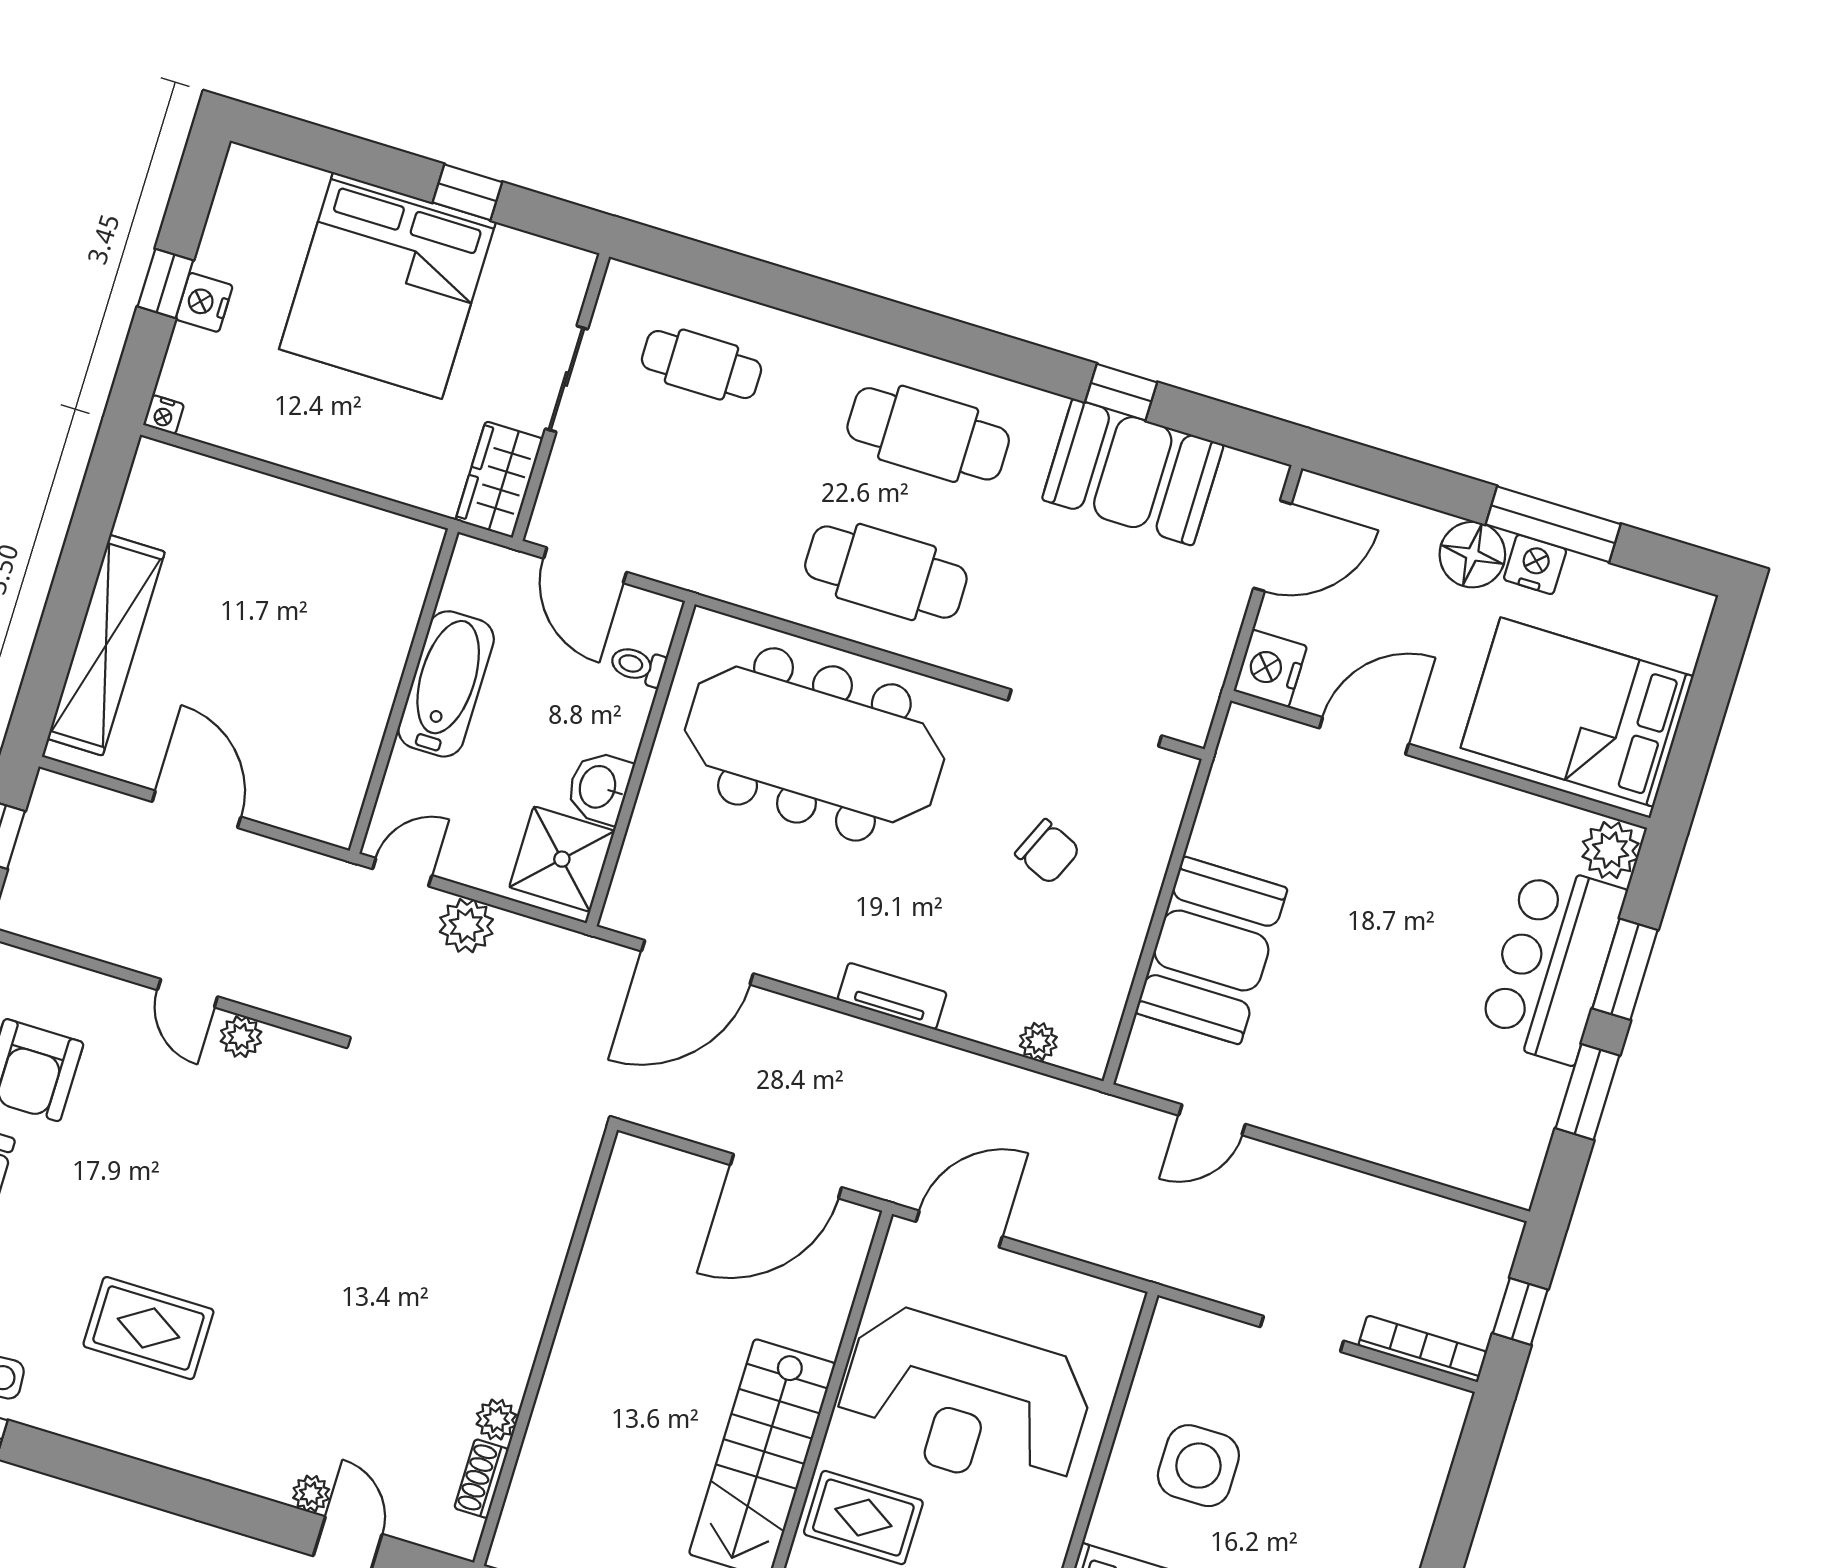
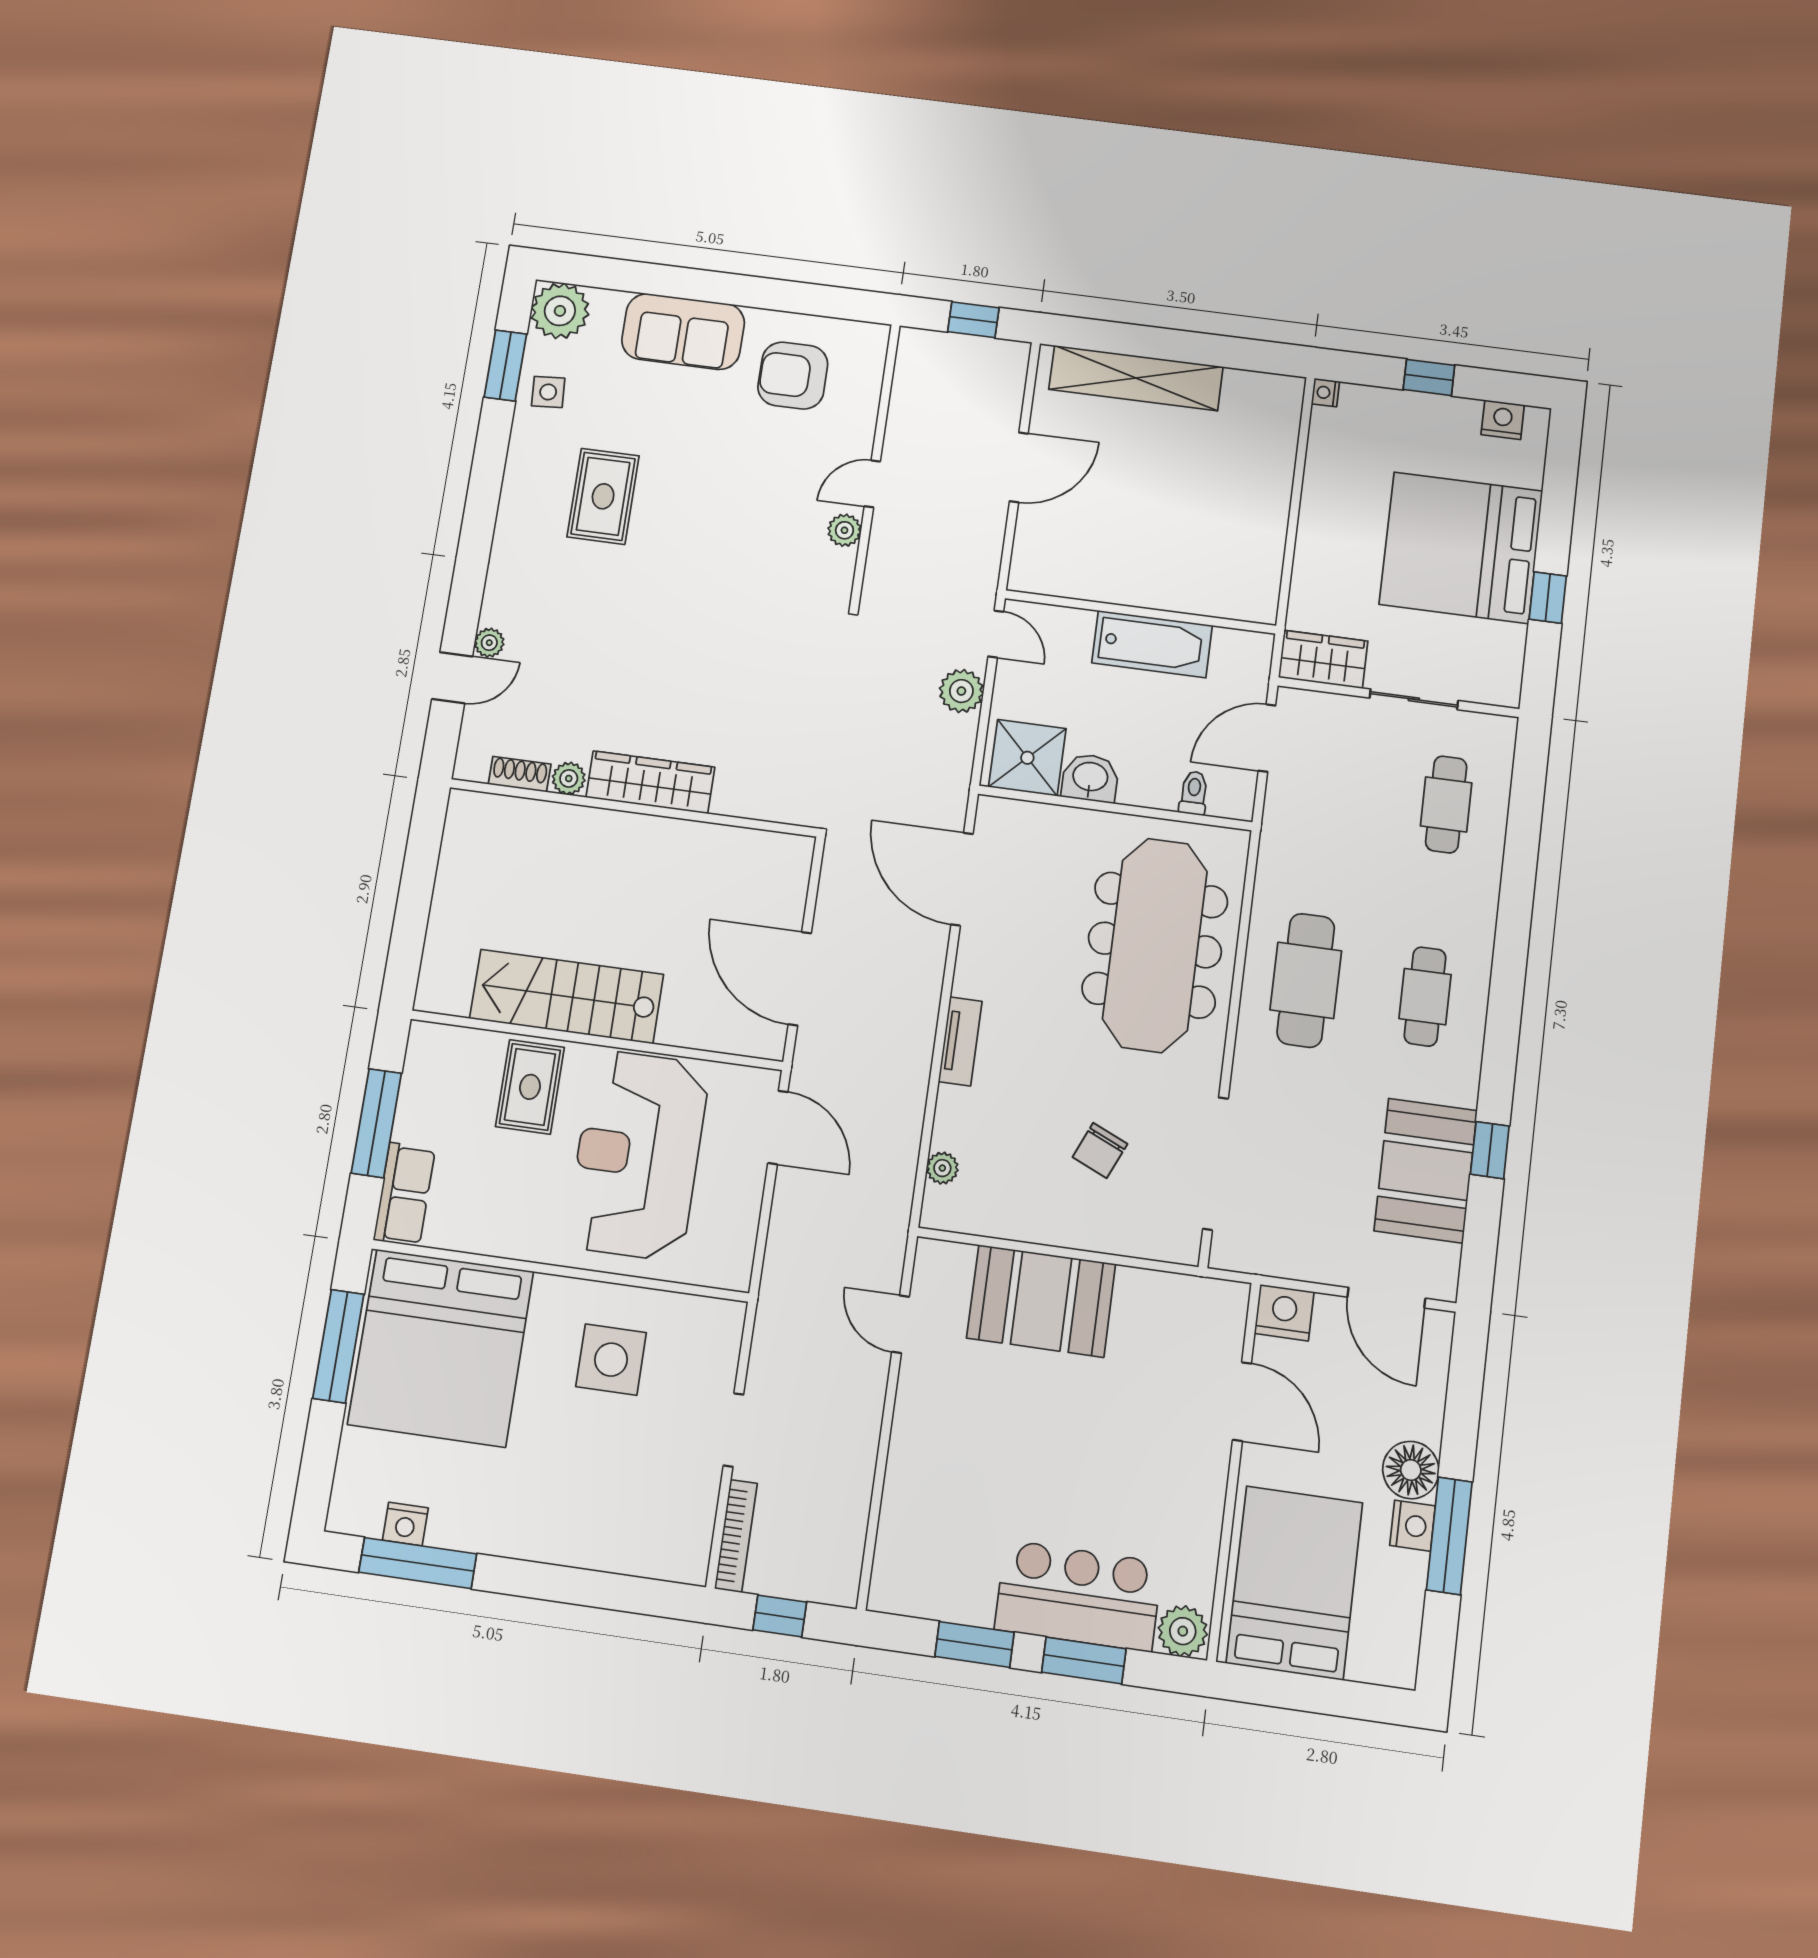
nightstand: (204, 302) -> (1503, 420), moved
cafe table: (928, 434) -> (1425, 997), width x0.73, depth x0.74
wardrobe: (517, 1321) -> (650, 782), added

